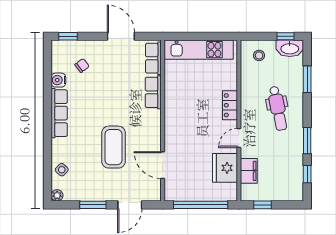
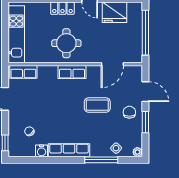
row of seats: (153, 92) -> (72, 72), moved
round table: (188, 110) -> (66, 43), added
coffee table: (114, 147) -> (97, 105), width x0.73, depth x0.76
window: (48, 152) -> (101, 160), added
chair: (105, 186) -> (129, 112), added

